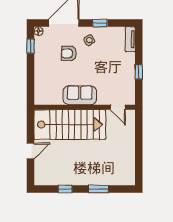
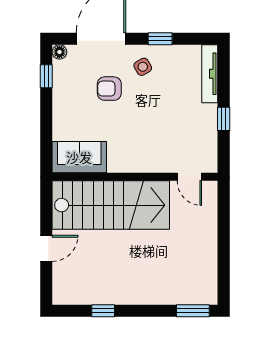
tv unit: (130, 39) -> (210, 74), width x1.41
sofa: (80, 95) -> (79, 157), moved
window: (98, 189) -> (193, 311), moved

